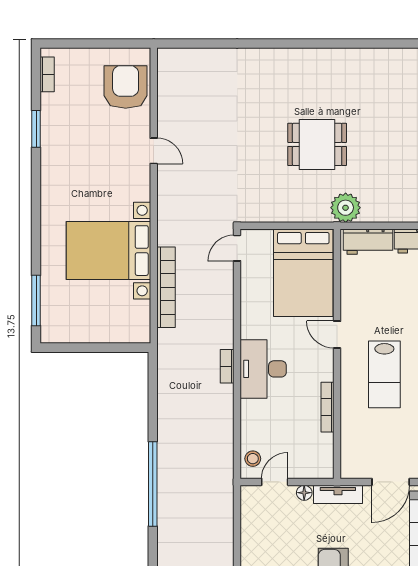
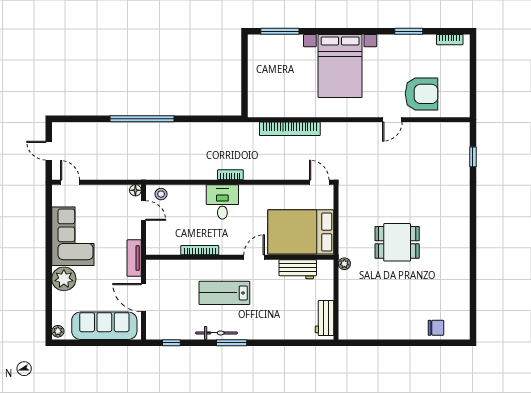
window: (203, 43) -> (473, 157), added
armchair: (126, 87) -> (421, 94), moved
dining table: (317, 144) -> (397, 242), turned 90
plant: (346, 208) -> (344, 264), width x0.53, depth x0.53
workbench: (368, 242) -> (298, 269), moved, turned -90
bed with nightstands: (108, 251) -> (340, 66), moved, turned 180
desk: (263, 369) -> (222, 202), width x0.73
floor lamp: (304, 493) -> (135, 190), moved

